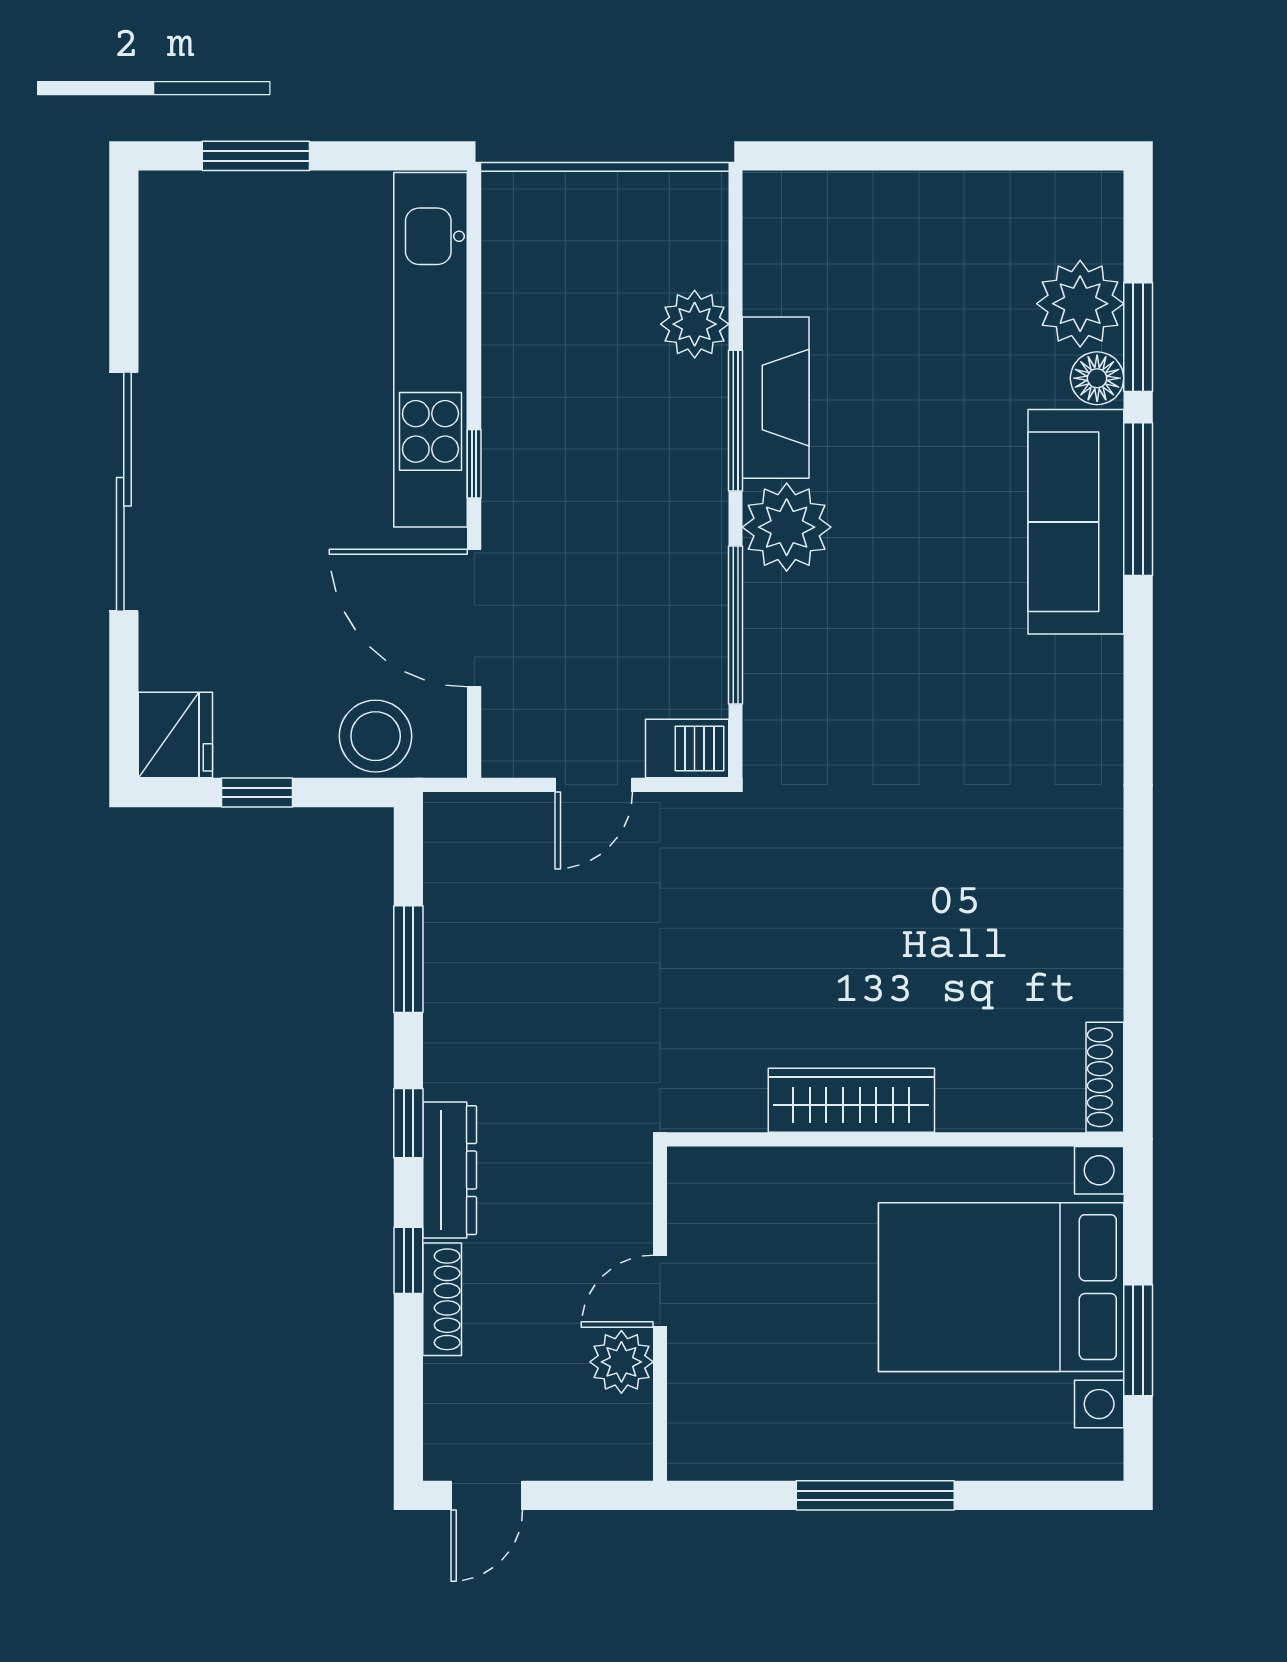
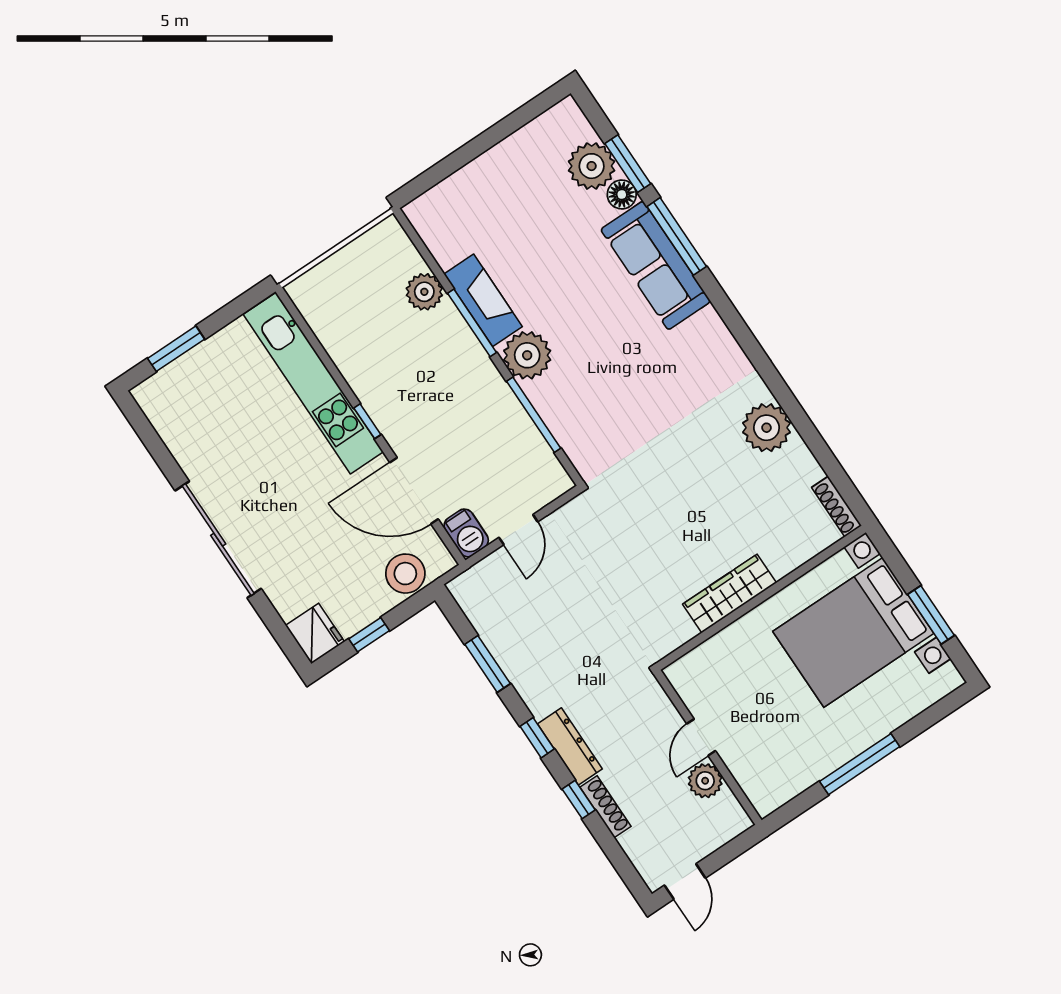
barbecue: (687, 749) -> (466, 533), moved, turned 90
plant: (1079, 884) -> (767, 428), added

